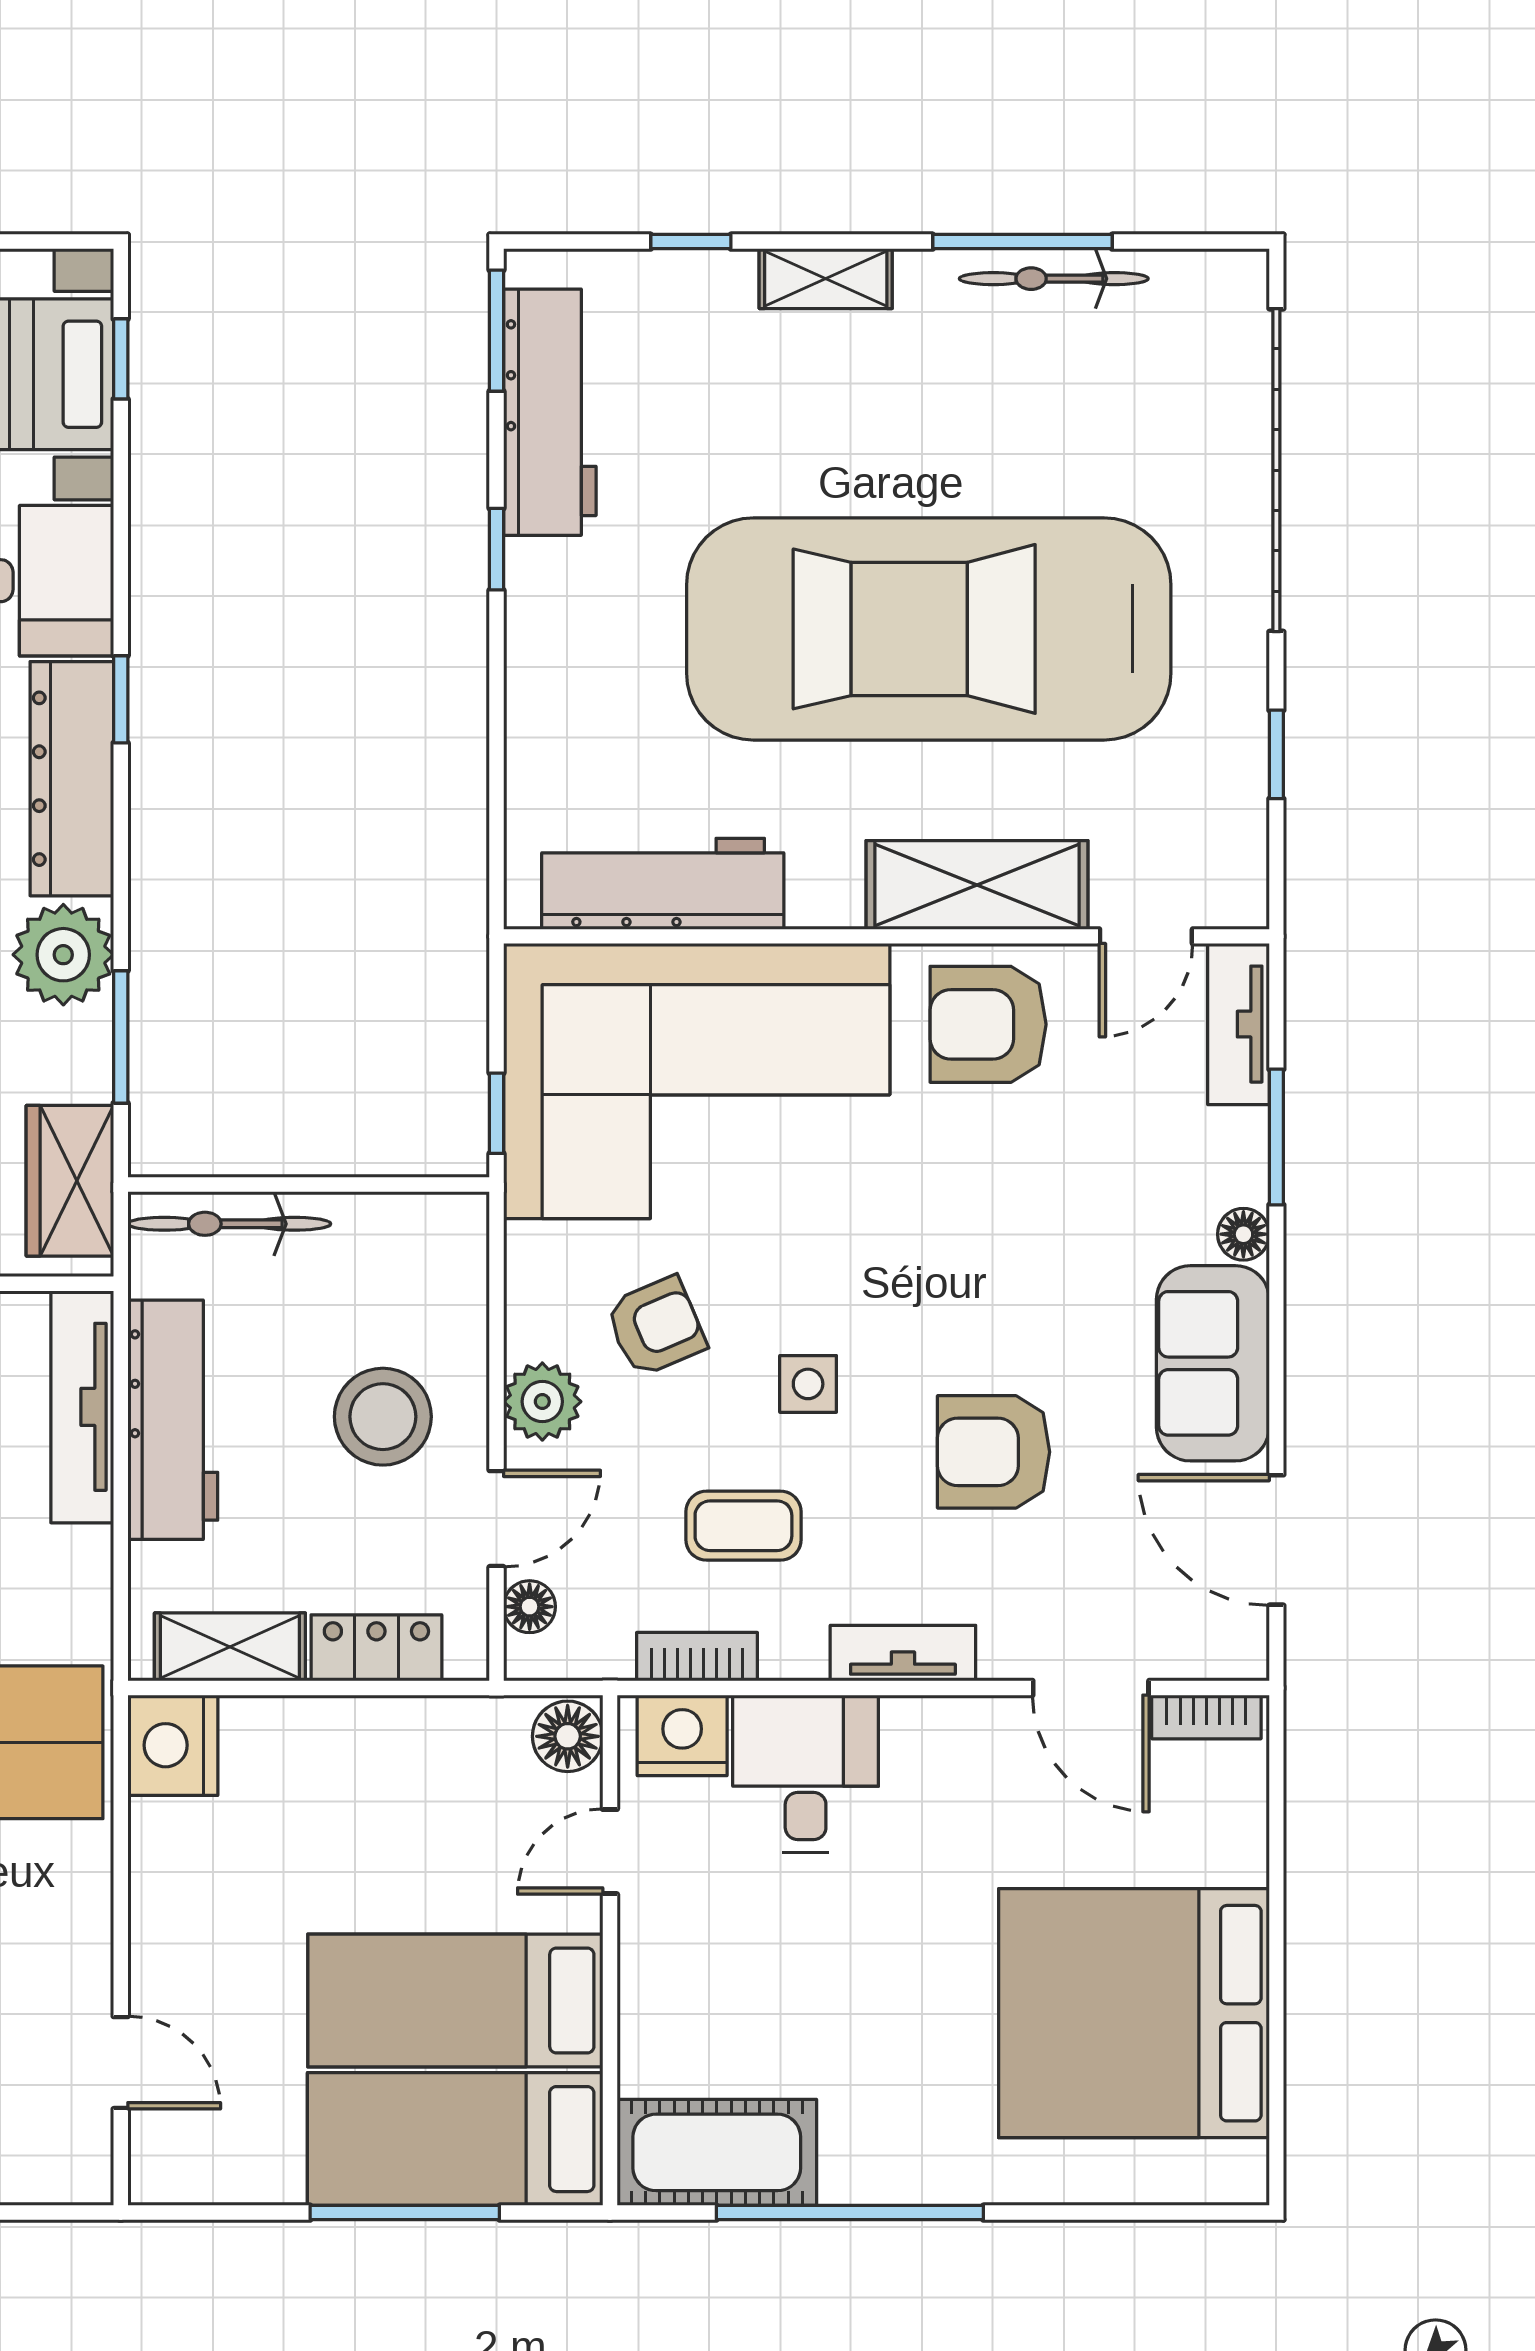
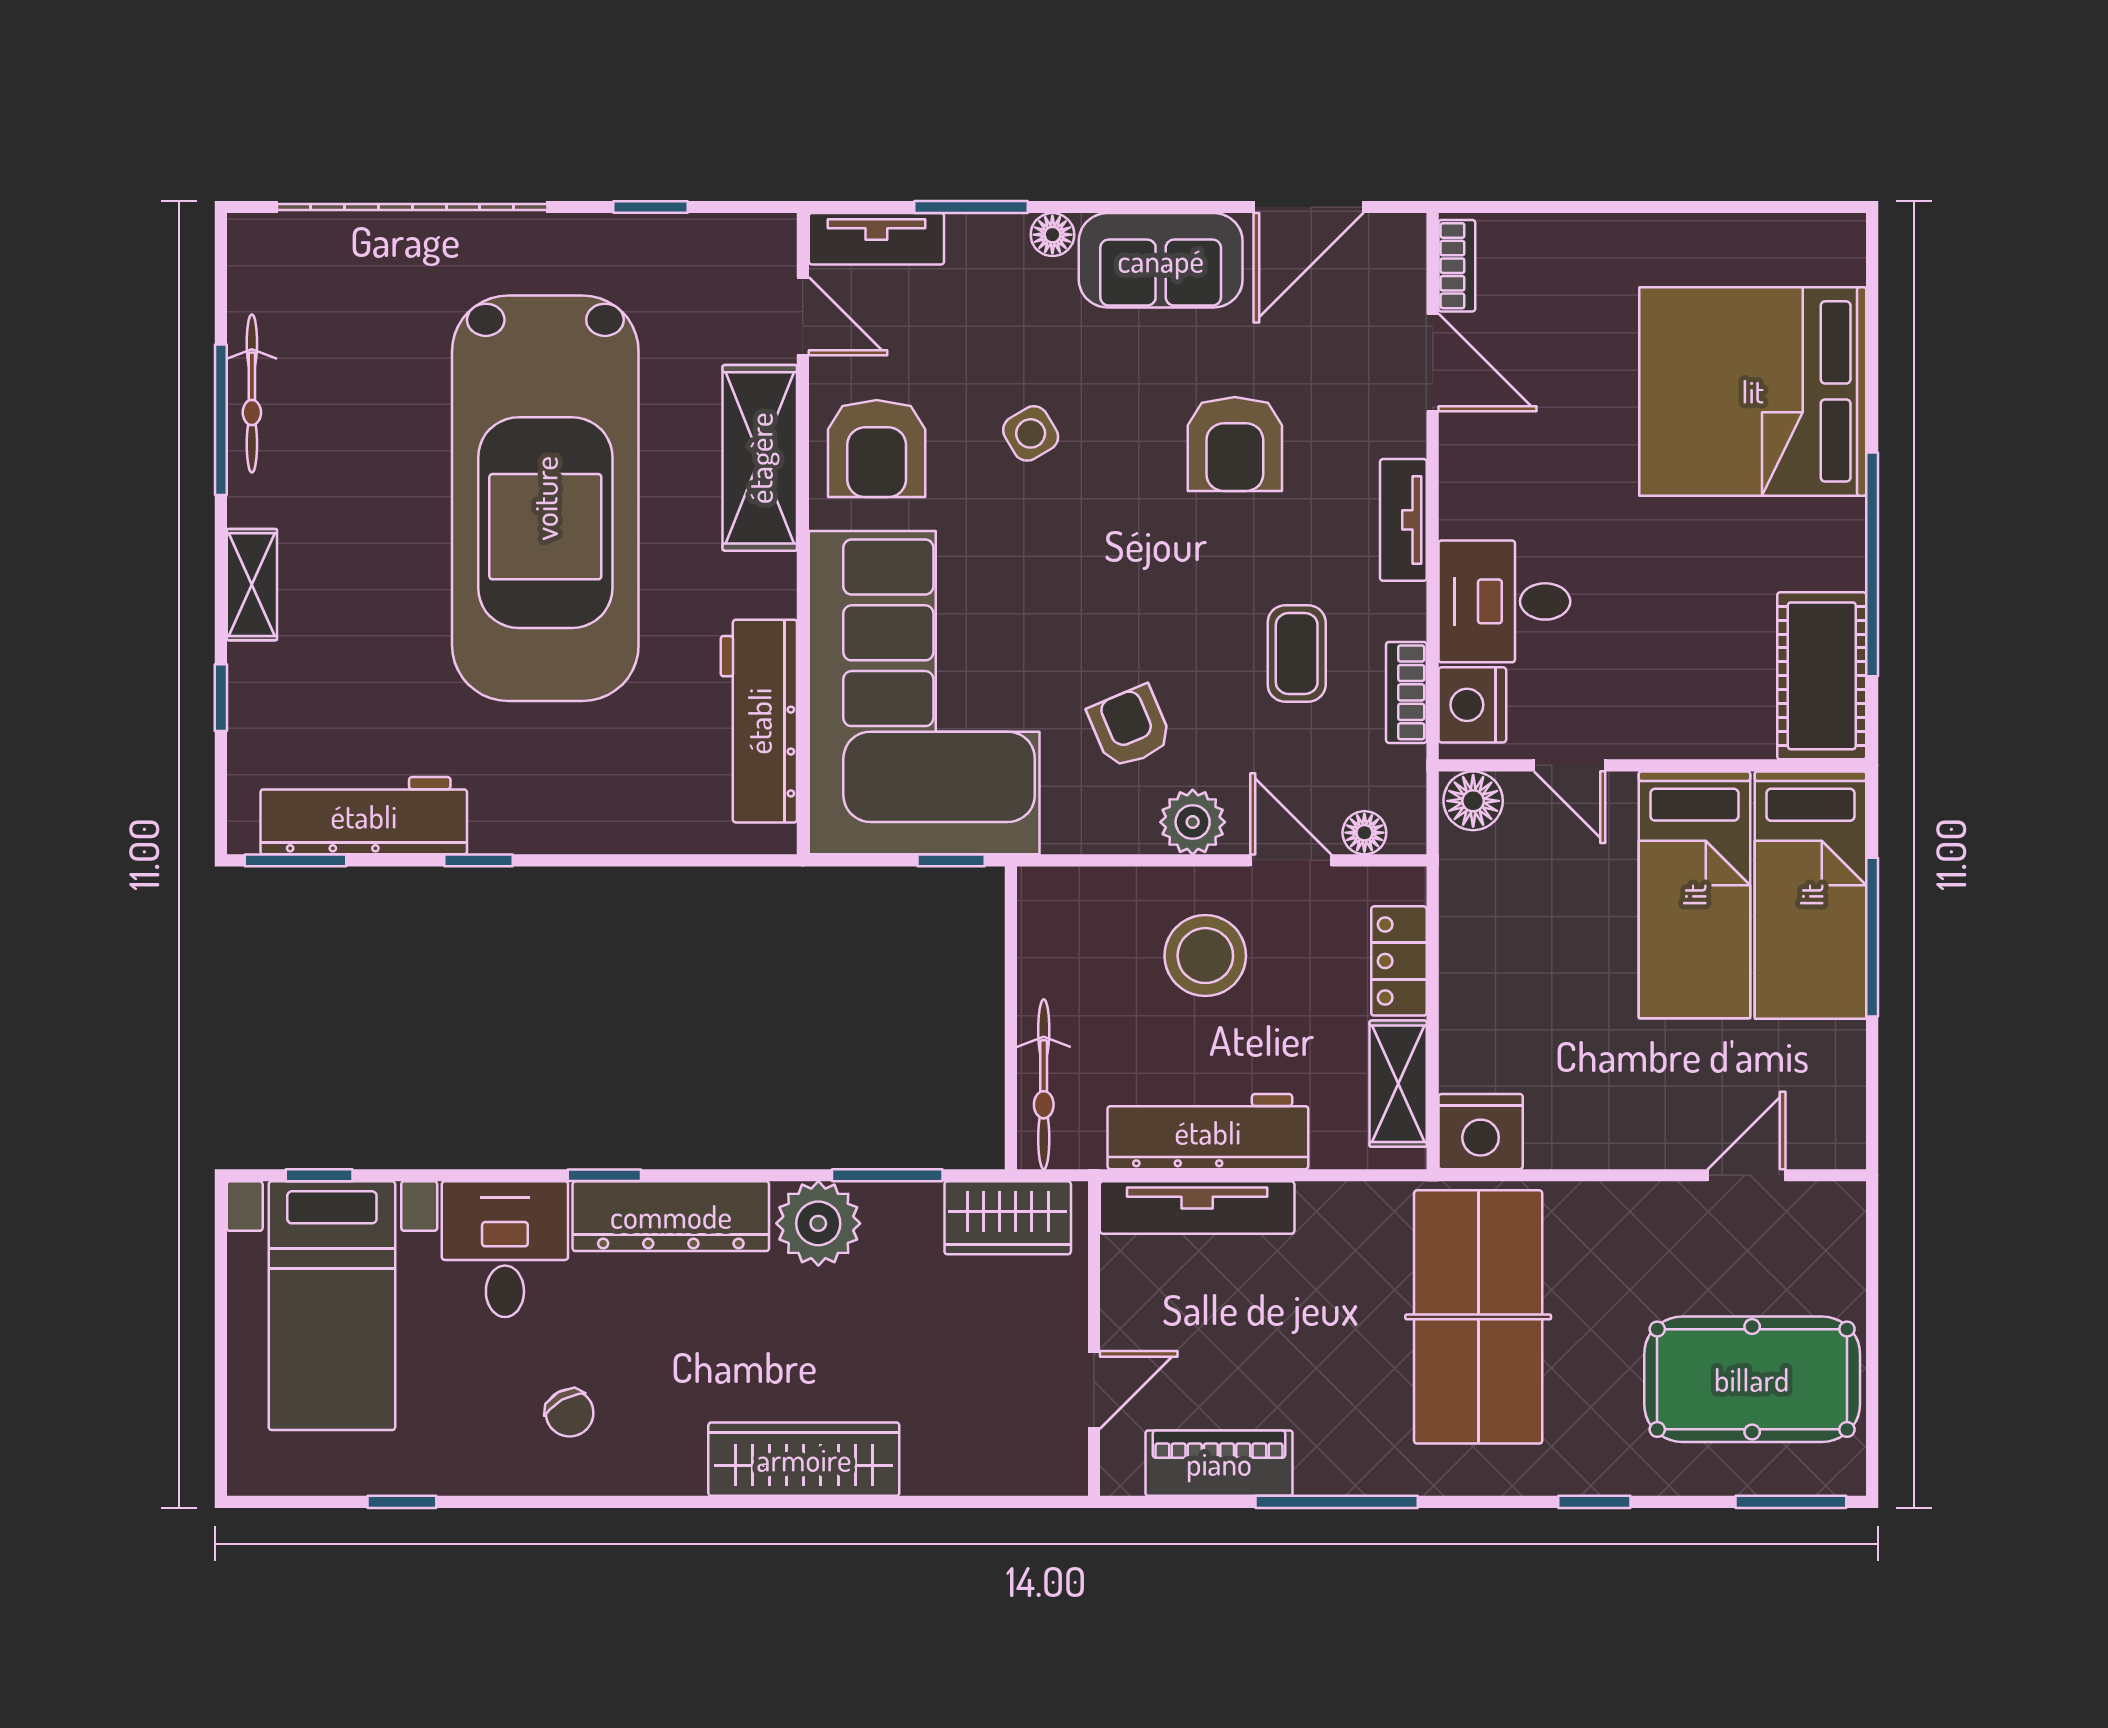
side table: (808, 1384) -> (1031, 433), moved, turned -31
door: (1091, 1688) -> (1433, 362), hinge flipped
bed: (1134, 2013) -> (1753, 391), moved, turned 90

